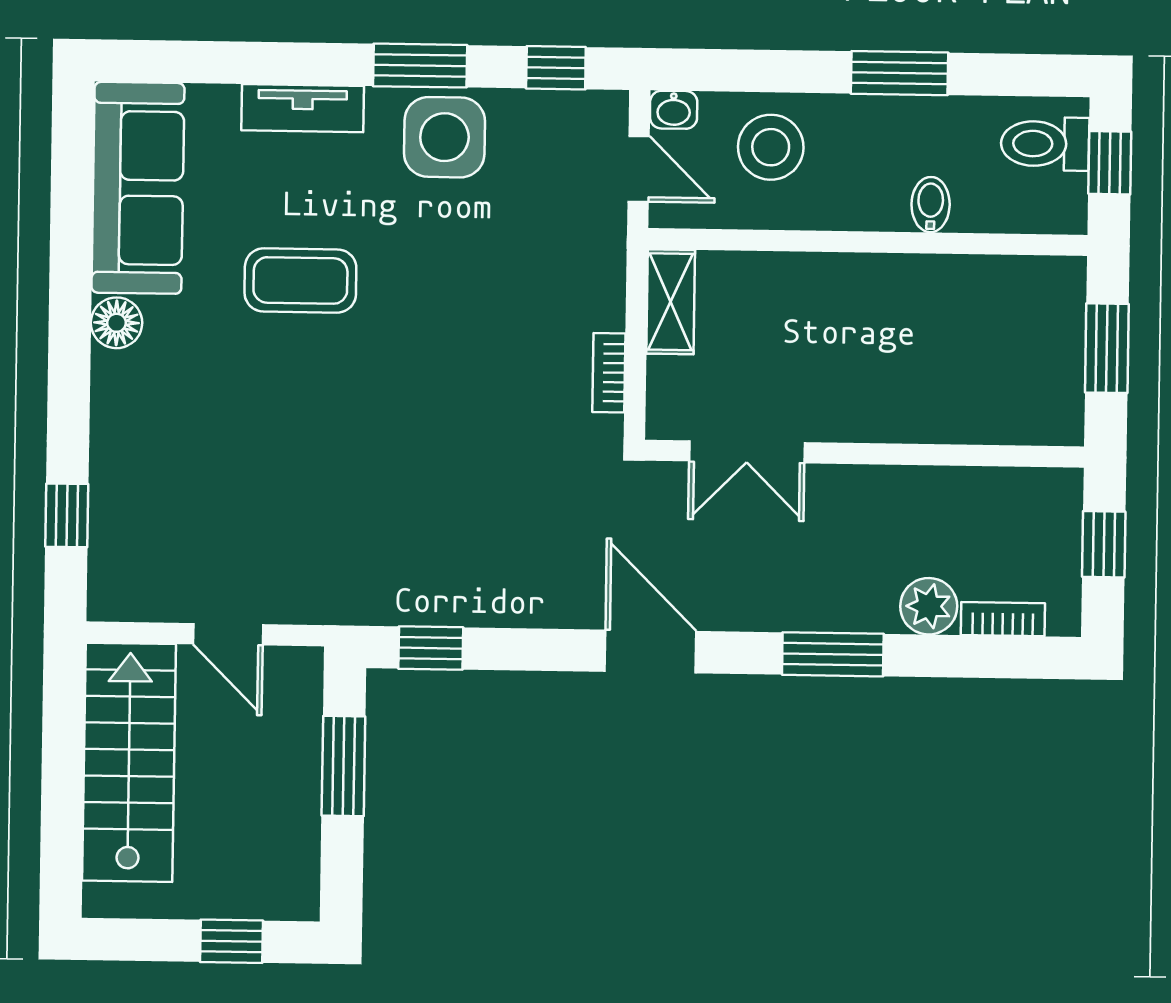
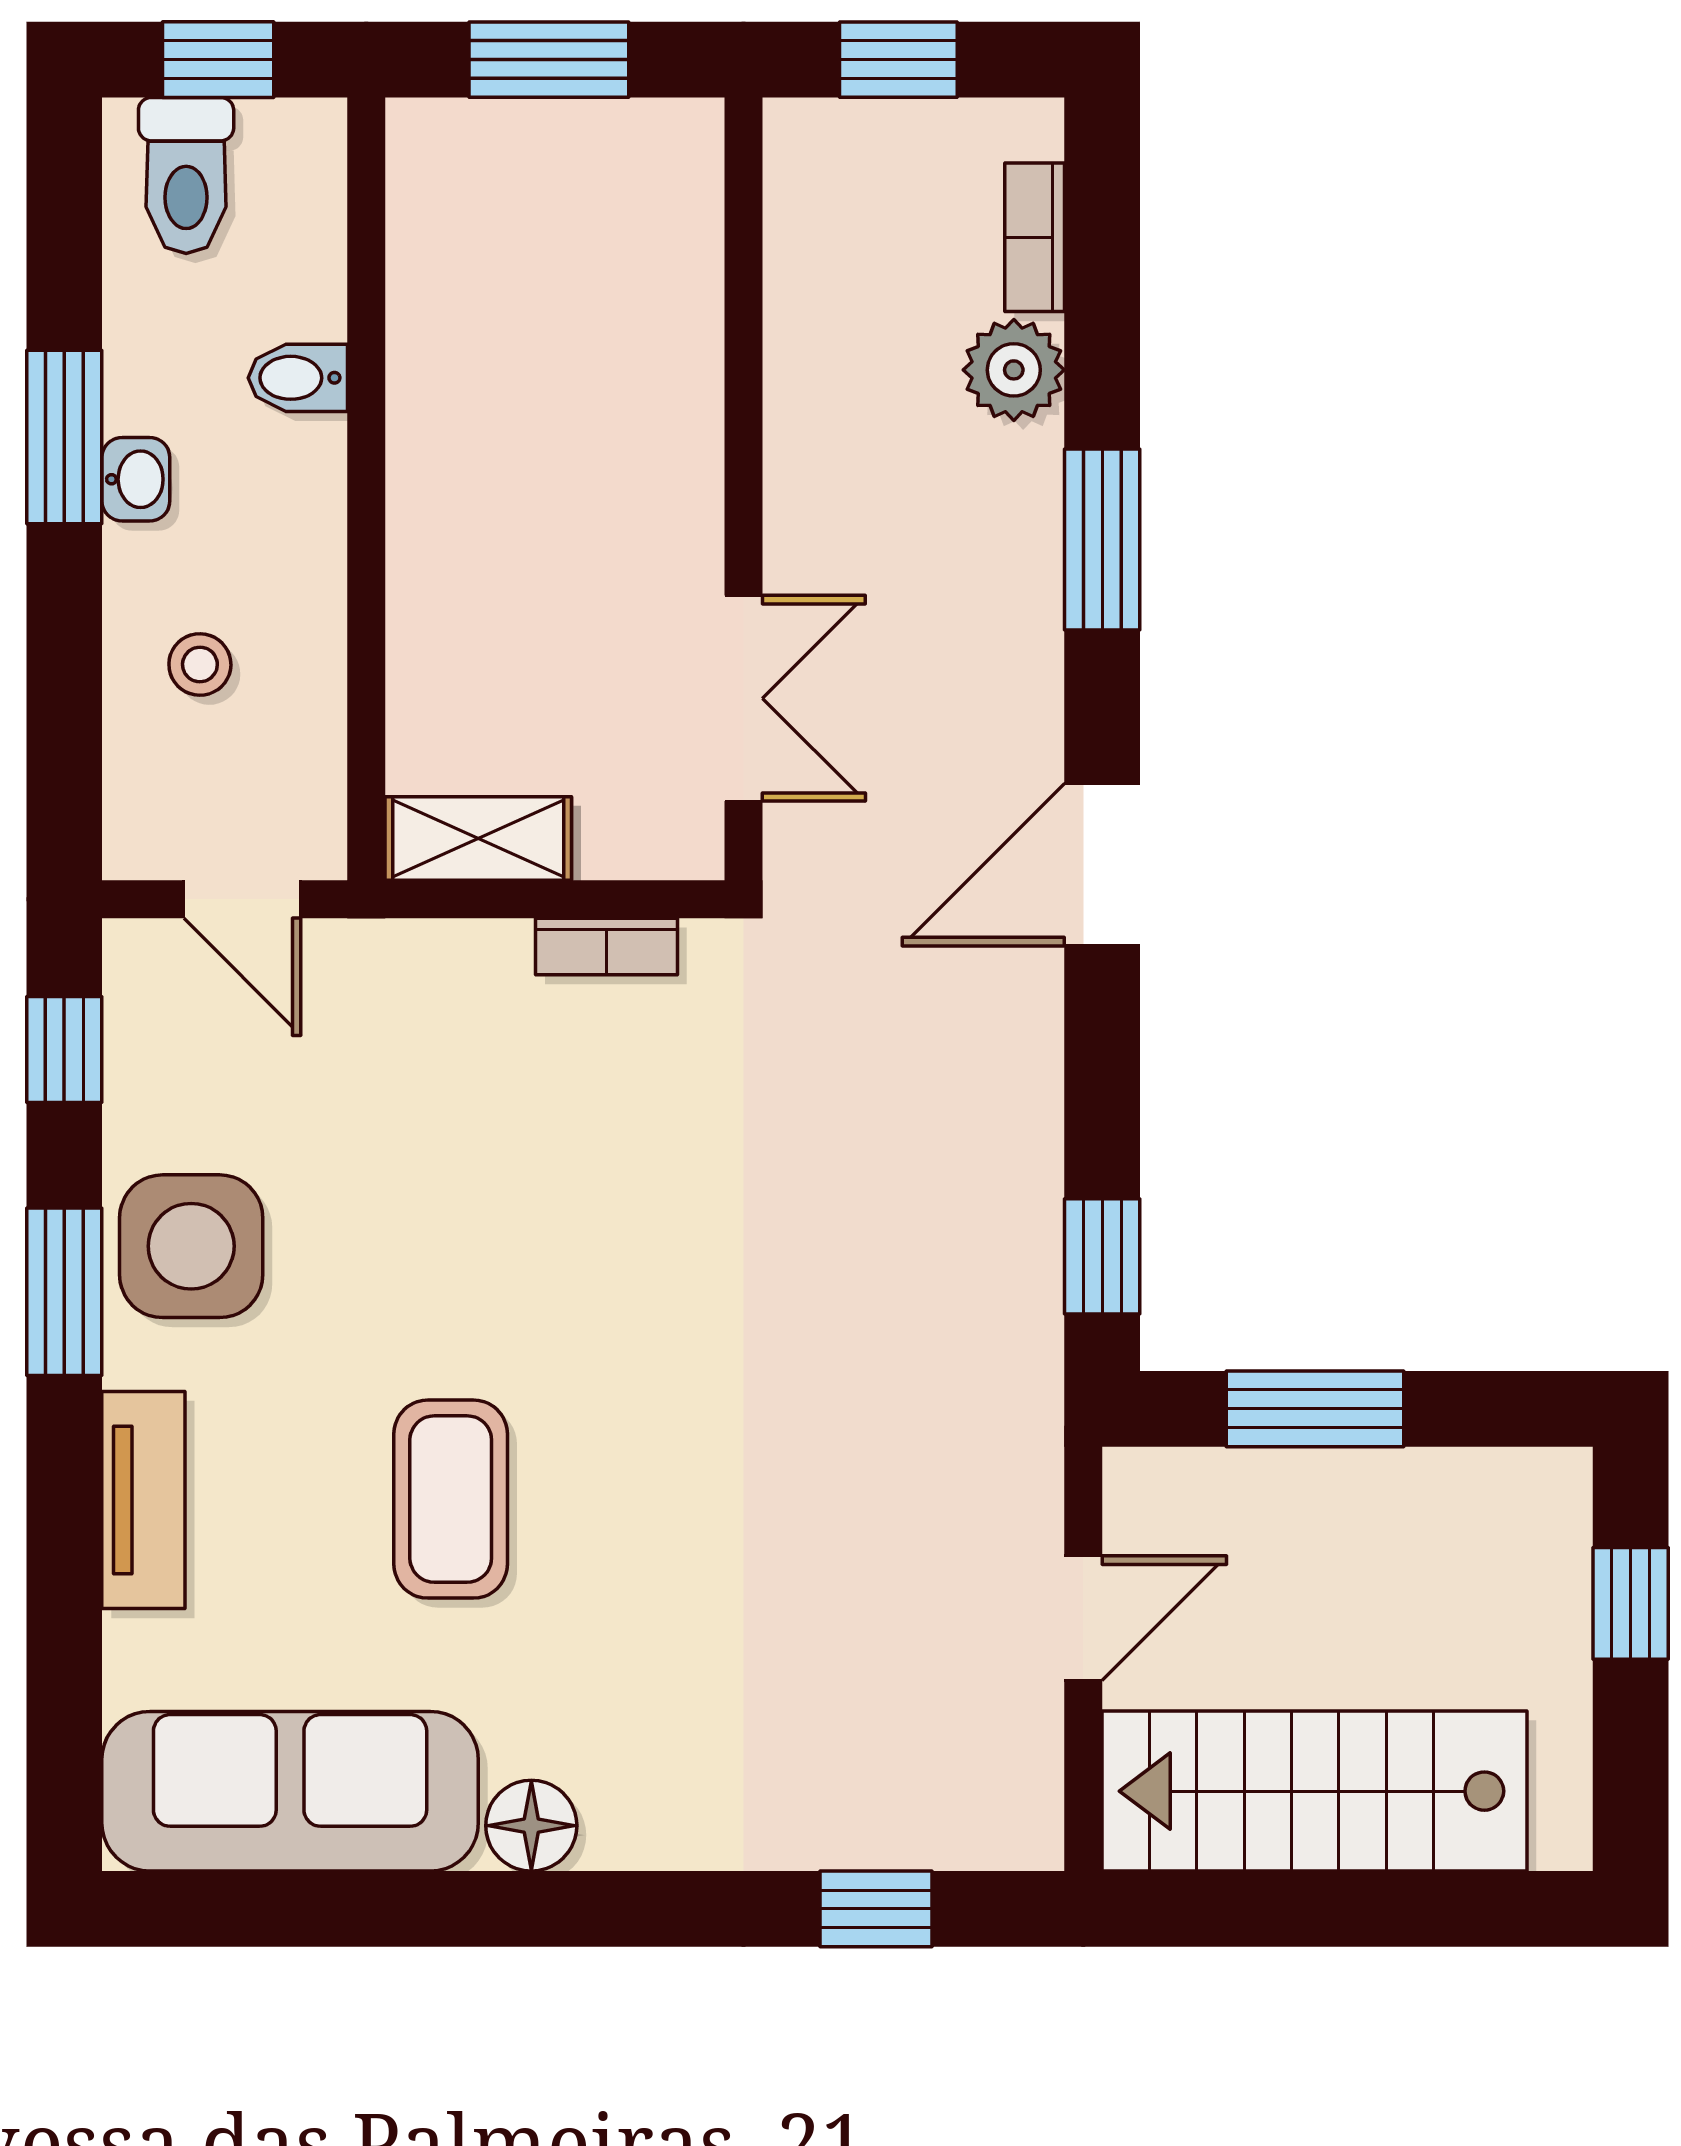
washbasin: (674, 110) -> (136, 479), moved
stool: (771, 147) -> (200, 664), width x0.53, depth x0.53
door: (639, 169) -> (242, 899), swing flipped

